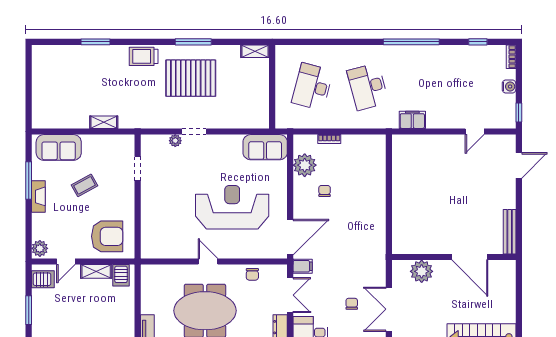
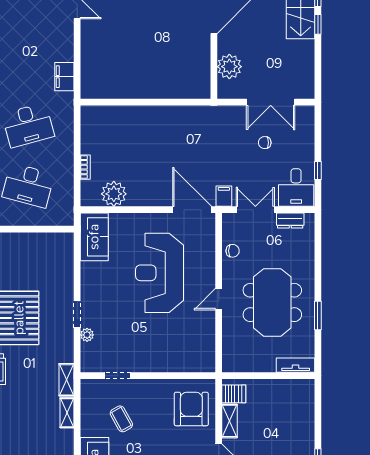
shelving: (134, 122) -> (66, 380), added
coffee table: (84, 185) -> (121, 419), moved
chair: (325, 191) -> (142, 172), removed

